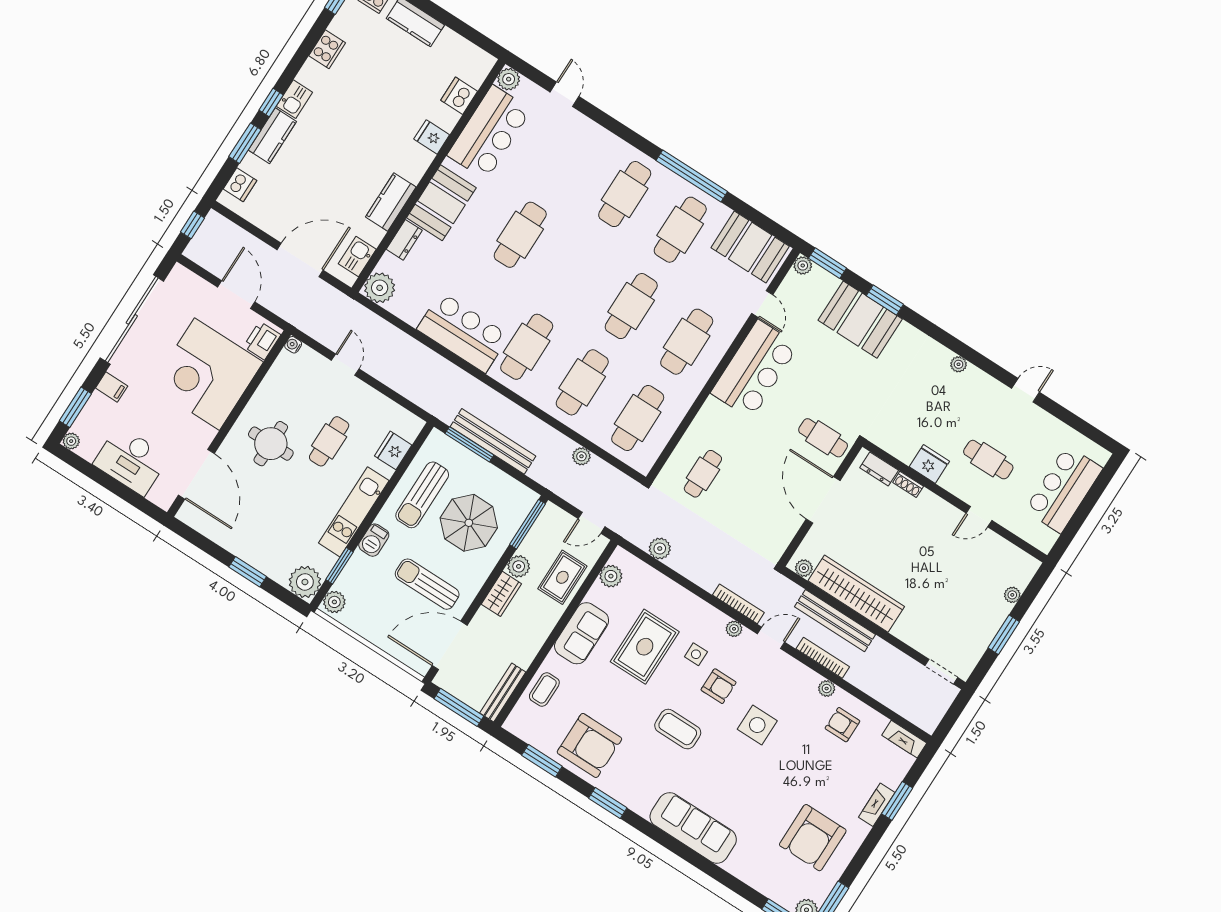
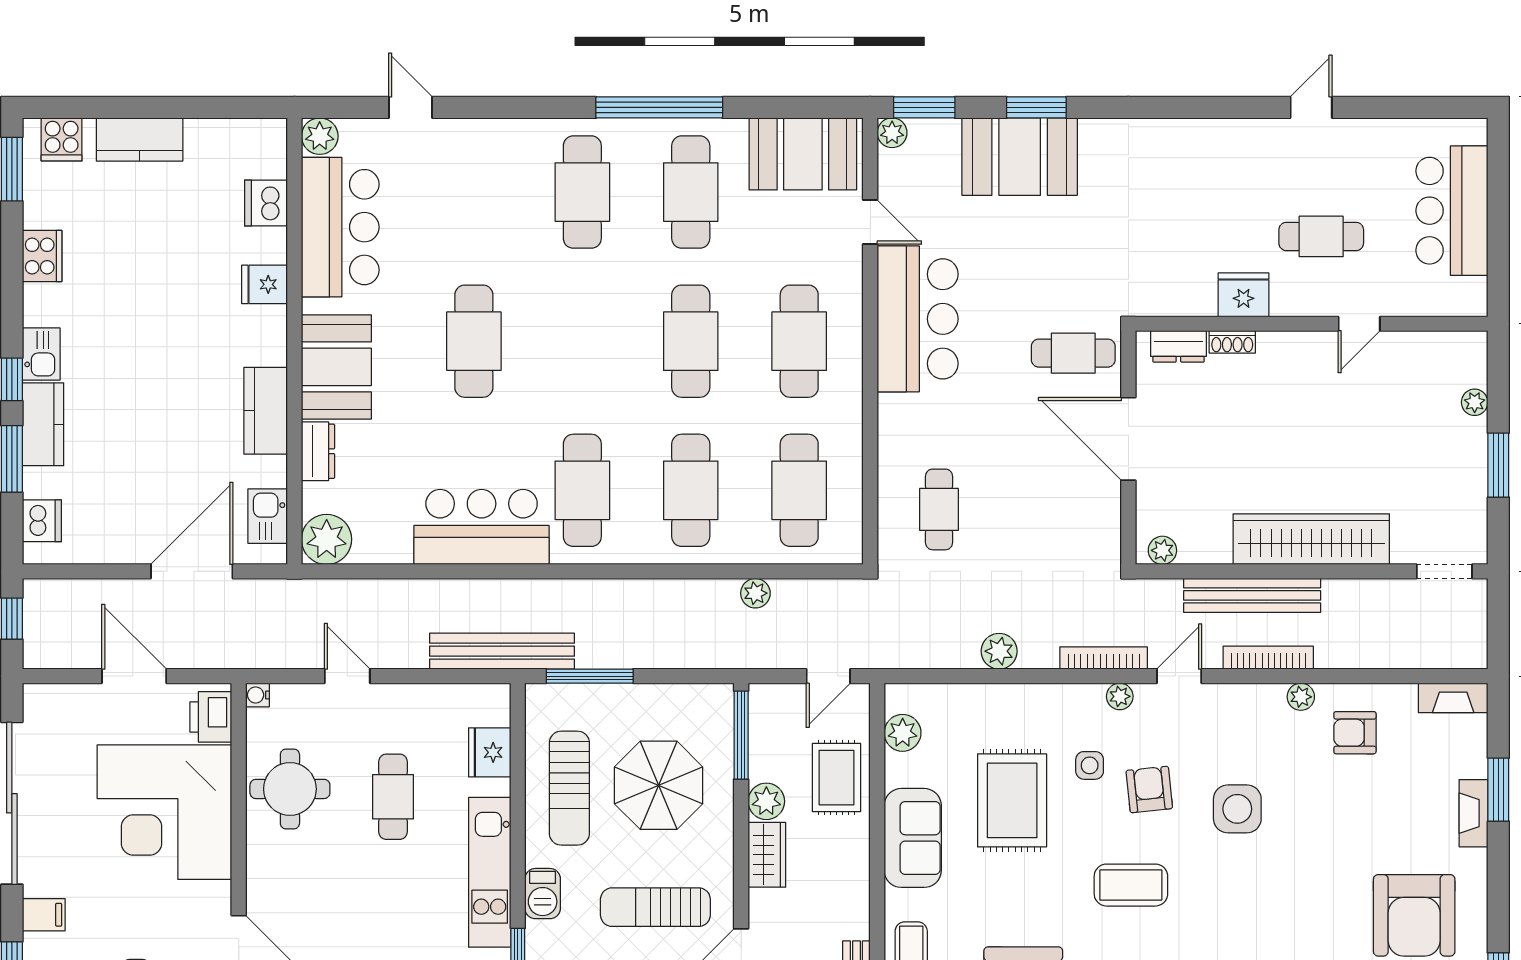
plant: (959, 364) -> (1195, 131), removed
bench: (493, 441) -> (502, 651), moved
round table: (271, 444) -> (290, 789), moved
plant: (660, 548) -> (999, 651), moved
wardrobe: (856, 594) -> (1311, 539), moved
armchair: (719, 686) -> (1149, 789), turned -96

